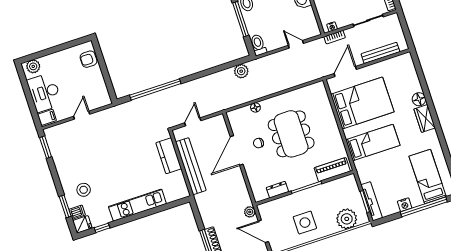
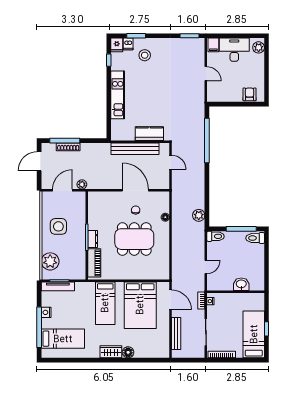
dresser: (277, 190) -> (93, 239), moved

